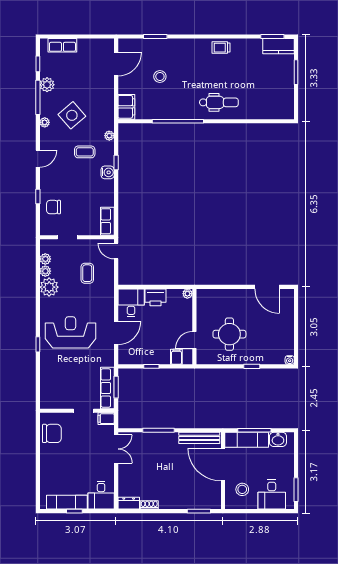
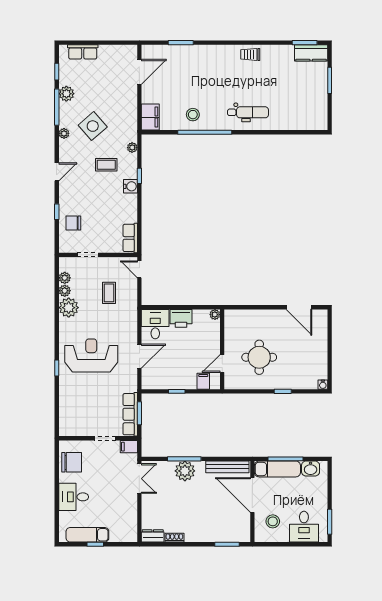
stool: (160, 77) -> (193, 115), moved
plant: (159, 442) -> (185, 471), added
desk: (101, 495) -> (74, 497), moved, turned 90

